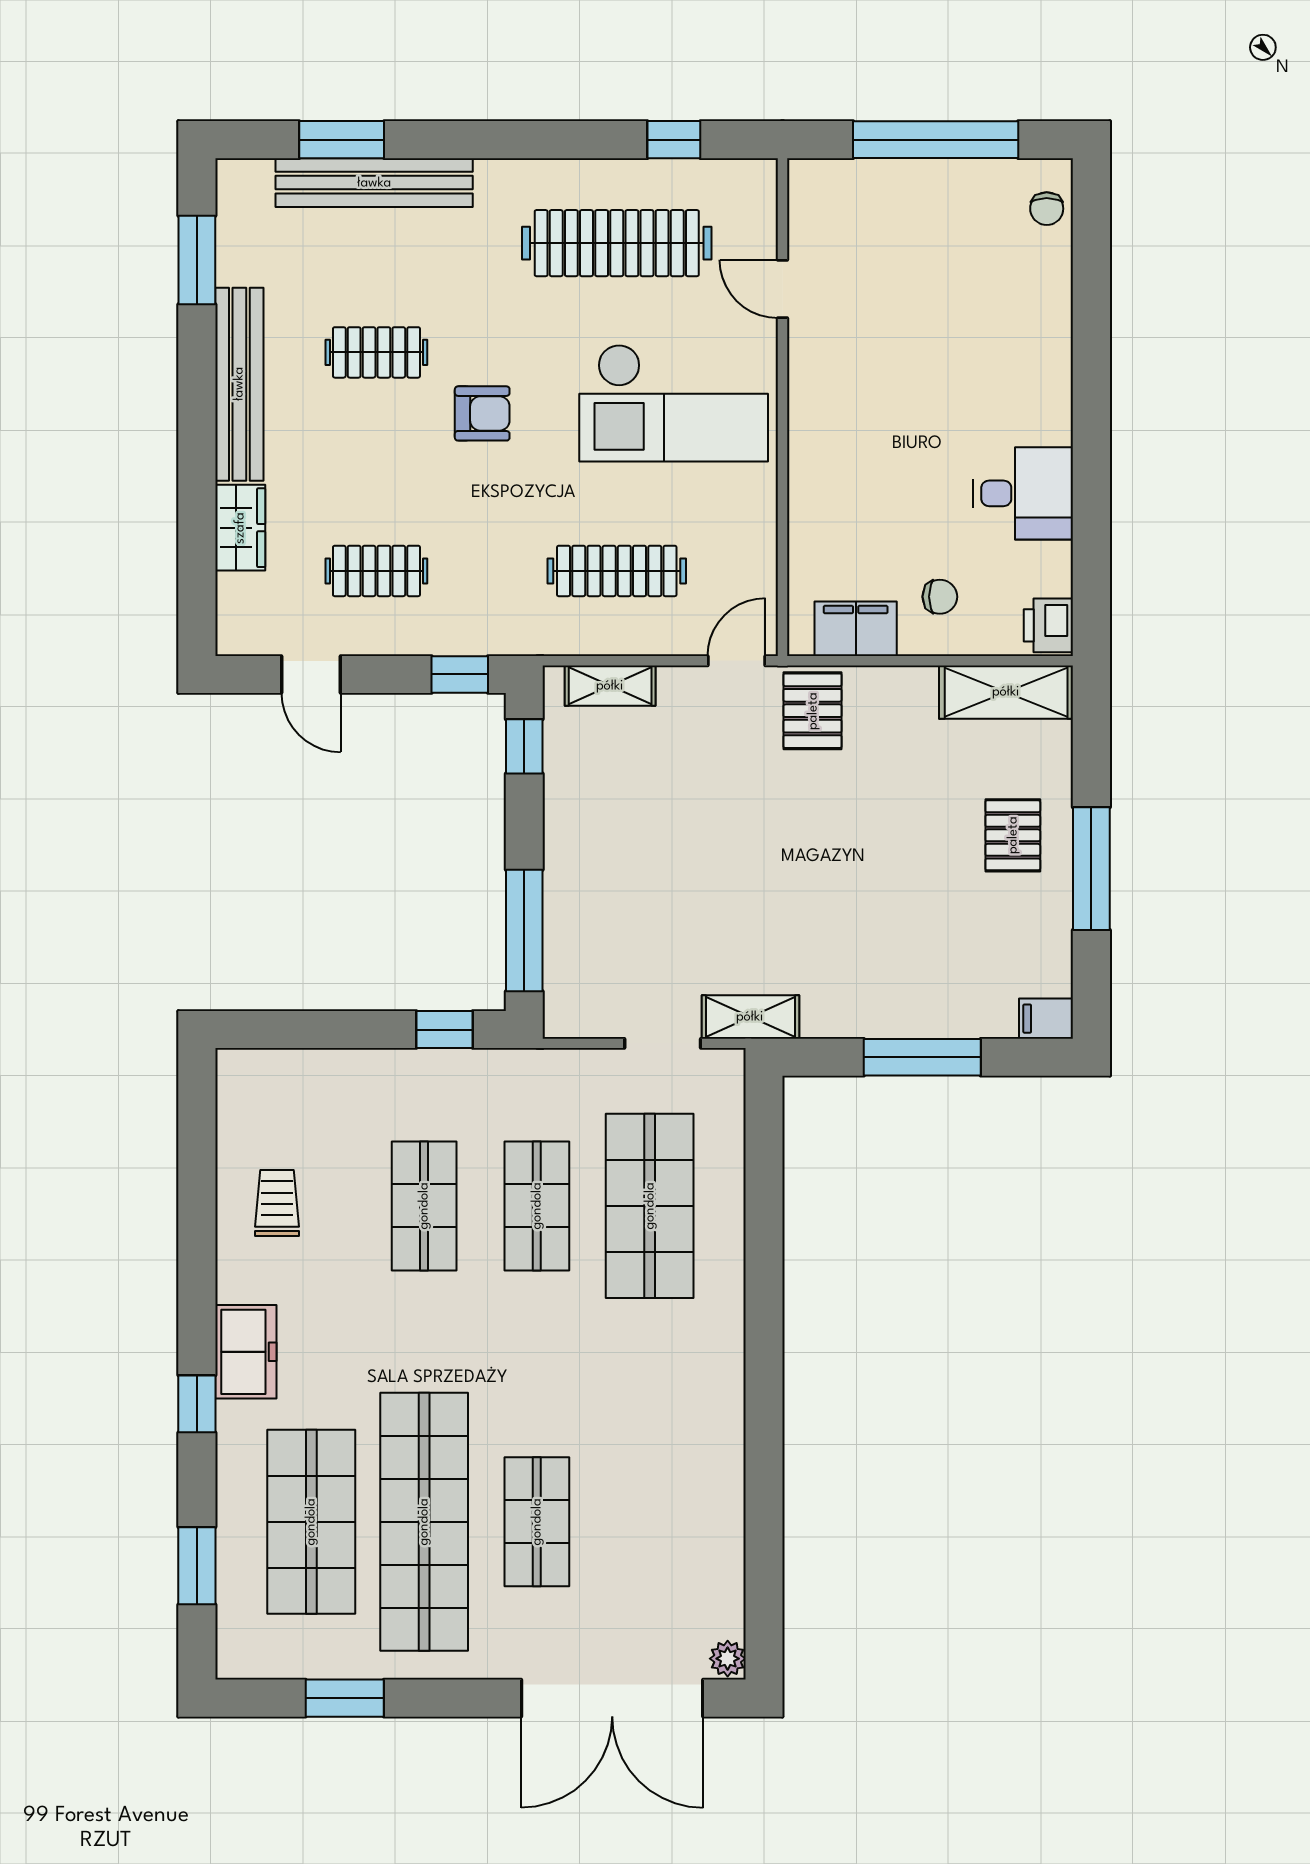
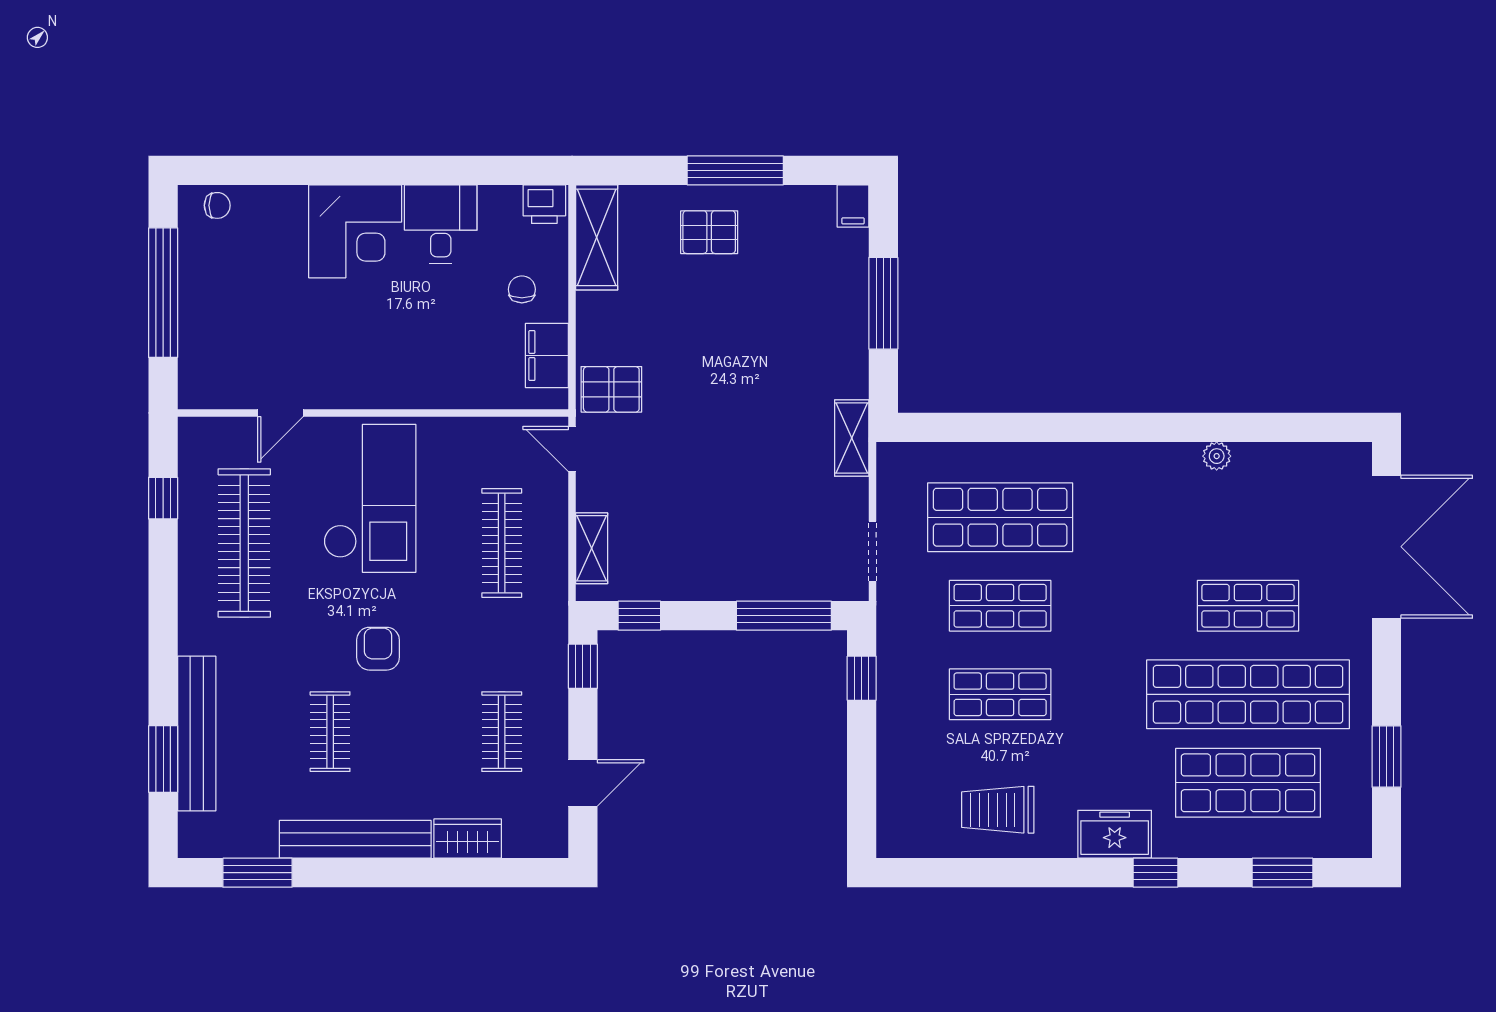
corner desk: (1014, 384) -> (355, 231), added
doorway: (663, 1043) -> (872, 551), moved
trolley: (277, 1203) -> (998, 810), width x1.36, depth x1.39
plant: (728, 1659) -> (1217, 456), moved

